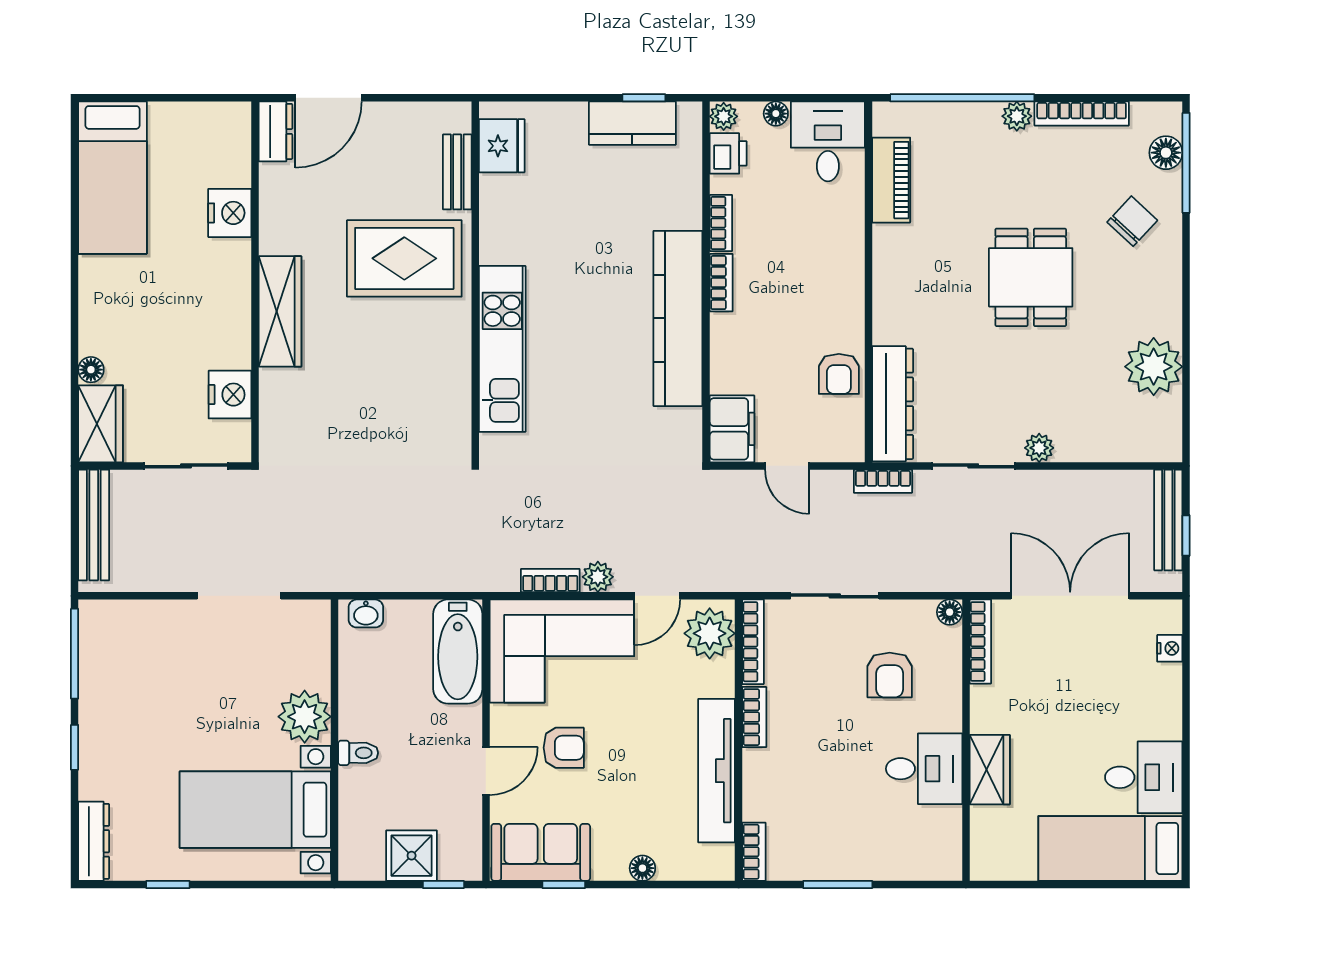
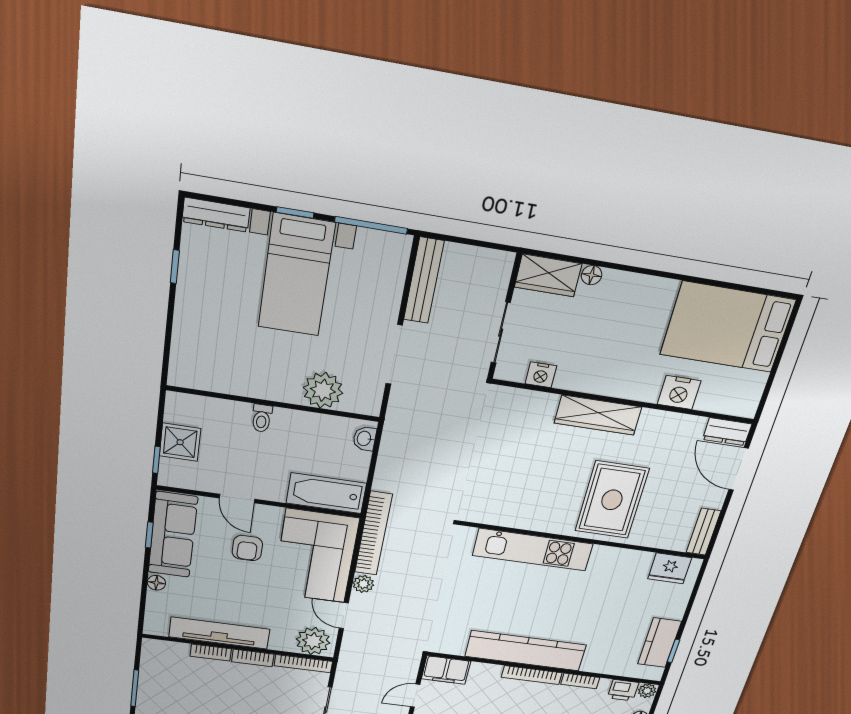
bench: (457, 172) -> (703, 532), moved, turned 90
bed: (112, 178) -> (727, 327), width x1.50
bookcase: (721, 283) -> (532, 675), width x1.56
nightstand: (230, 395) -> (541, 375), width x0.74, depth x0.75
bench: (94, 525) -> (424, 281), moved, turned 90
bookcase: (550, 580) -> (373, 534), width x2.31, depth x1.31
plant: (305, 717) -> (323, 390), moved
bed with nightstands: (255, 810) -> (296, 275), moved, turned 180
sofa: (541, 852) -> (173, 535), width x1.36
bookcase: (754, 852) -> (211, 653), moved

